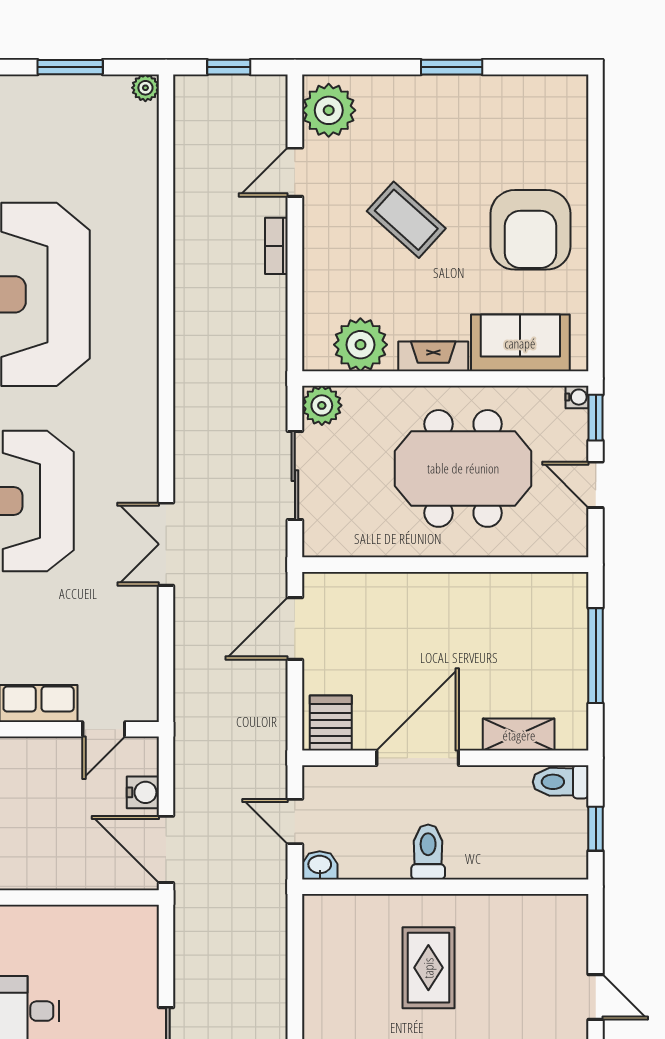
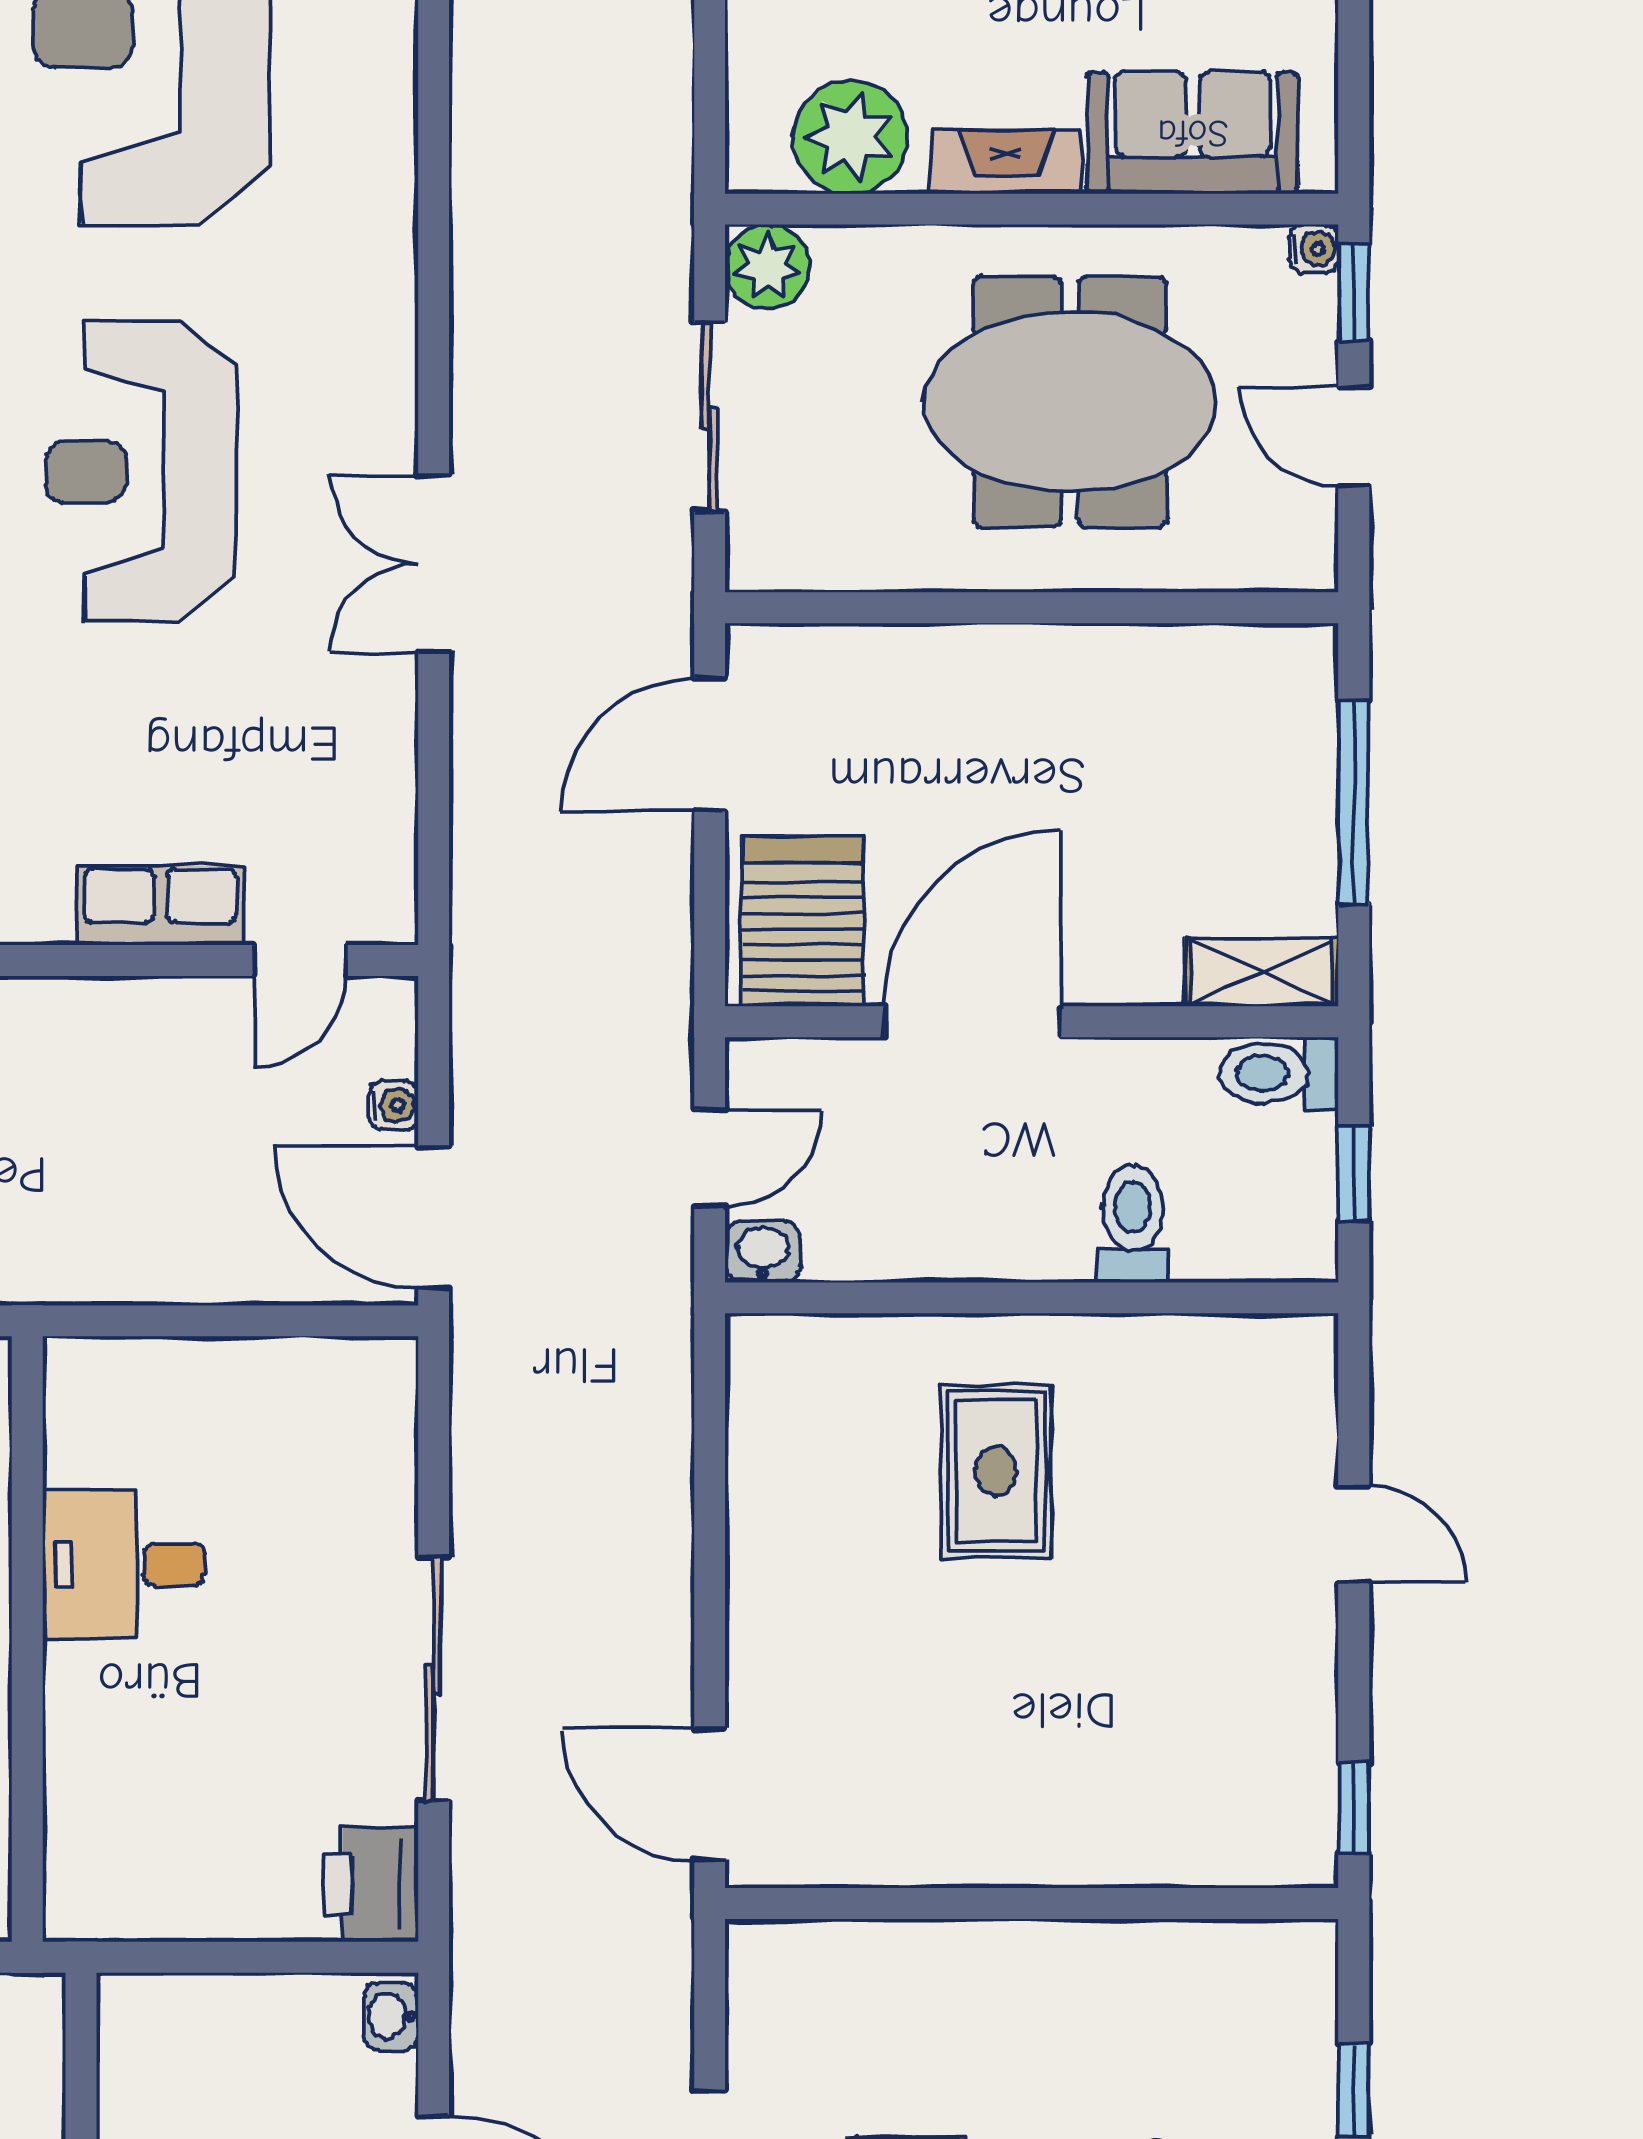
server rack: (331, 723) -> (803, 921), width x1.36, depth x1.44
shelving: (519, 735) -> (1262, 972), moved
water cooler: (143, 792) -> (394, 1105), width x0.72, depth x0.72
door: (295, 822) -> (710, 1158), swing flipped
toilet: (428, 852) -> (1133, 1223), moved

